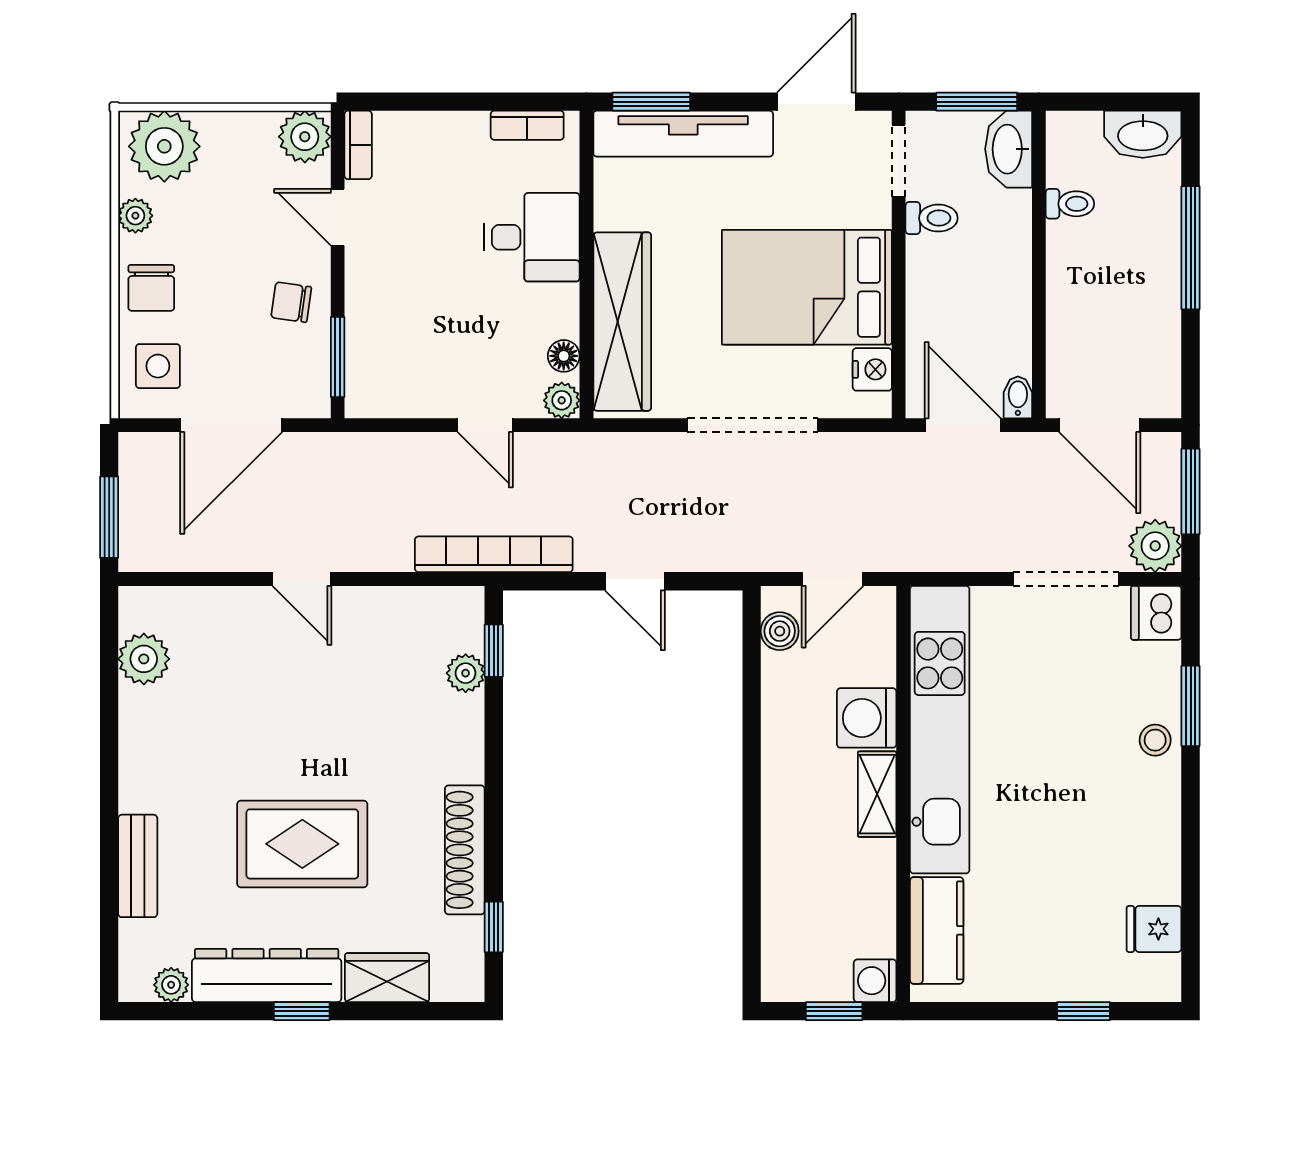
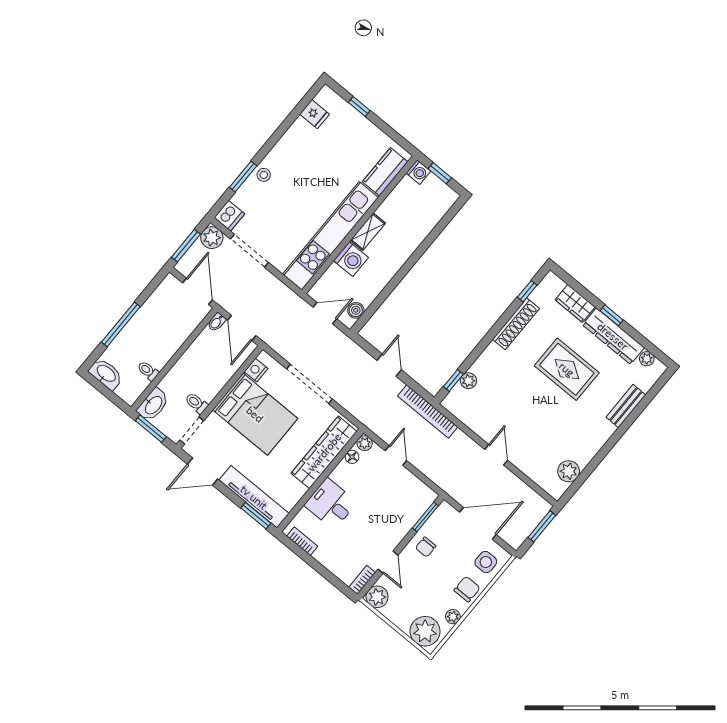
chair: (291, 302) -> (426, 547), turned 82

